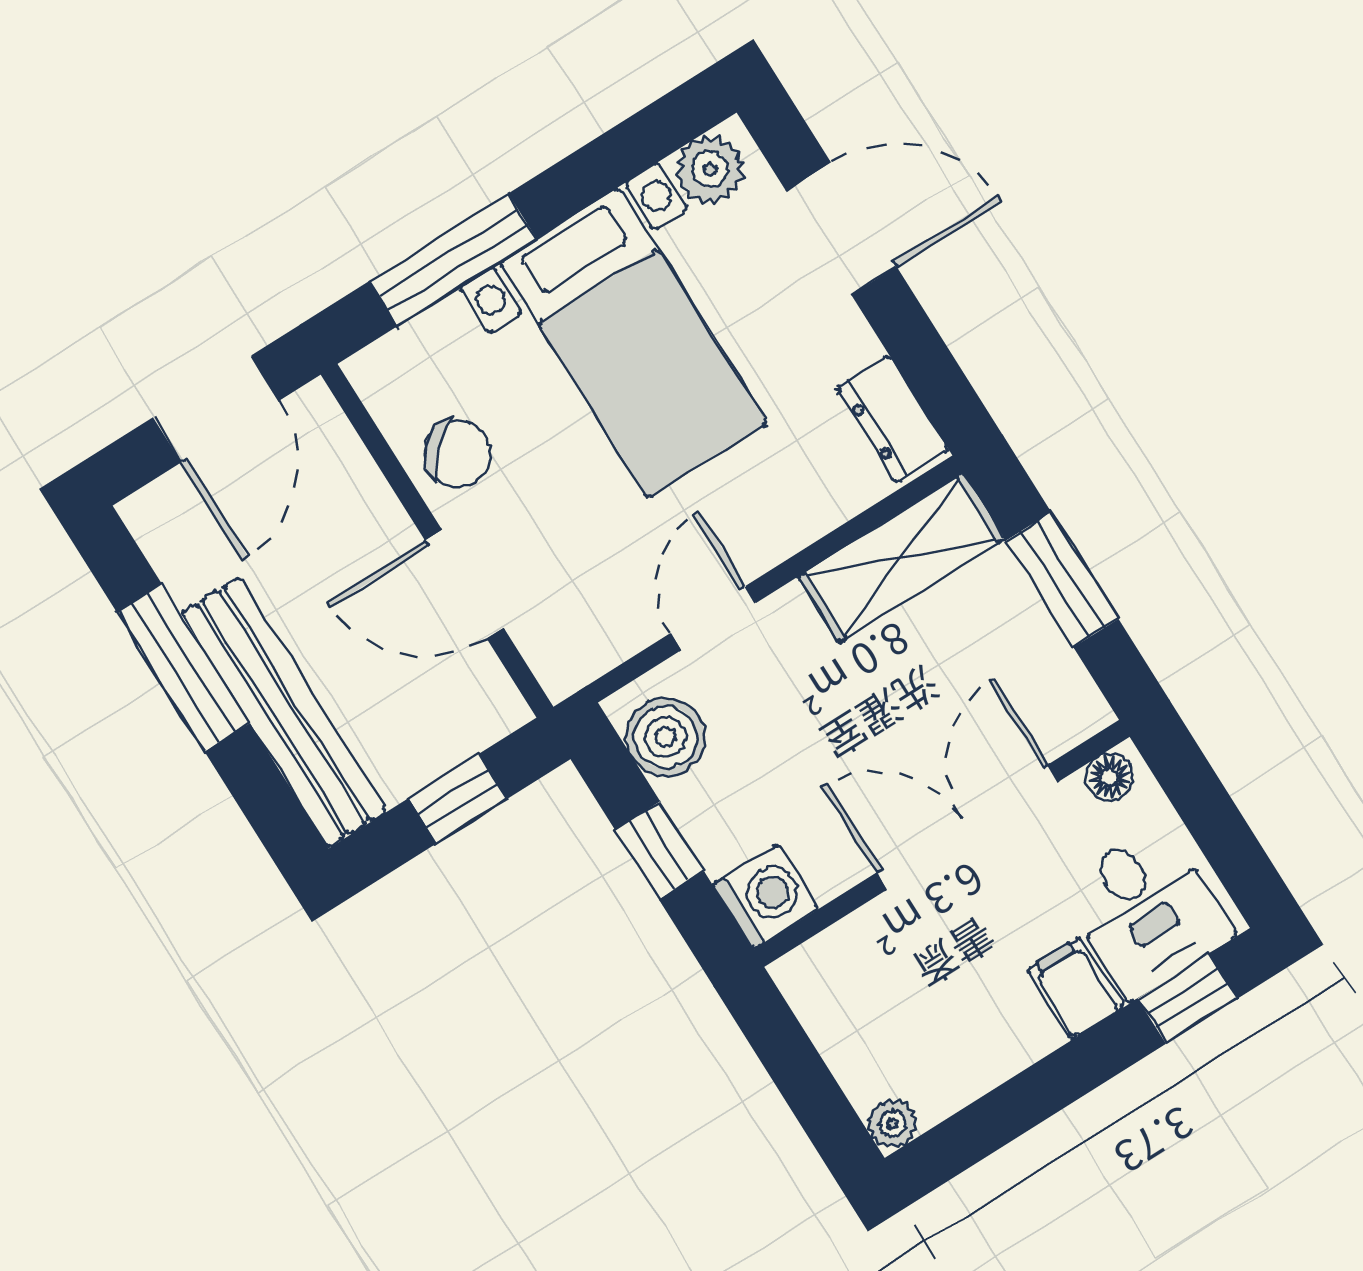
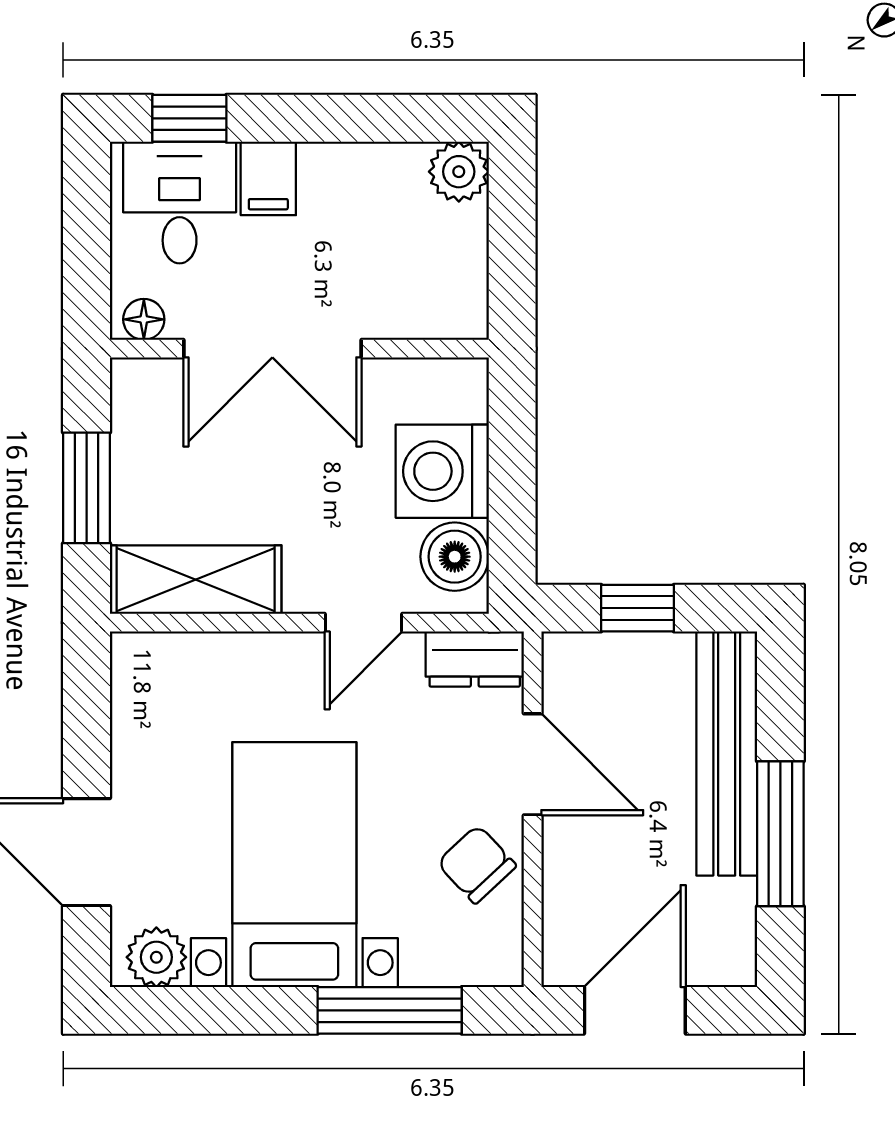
dresser: (892, 419) -> (475, 659), moved, turned 90
window: (660, 850) -> (512, 475), removed
washing machine: (766, 897) -> (442, 471), moved, width x1.37, depth x1.37
plant: (892, 1124) -> (459, 172), width x1.38, depth x1.38

